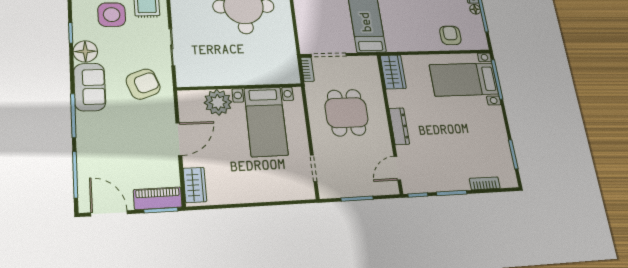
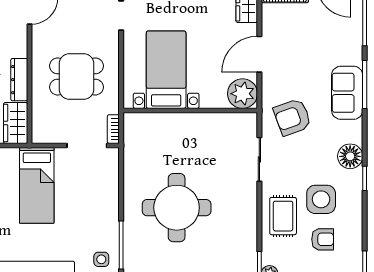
sofa: (90, 87) -> (347, 93), moved
plant: (218, 102) -> (243, 94), moved
dining table: (346, 113) -> (76, 76), turned 90
dresser: (399, 126) -> (19, 80), moved

